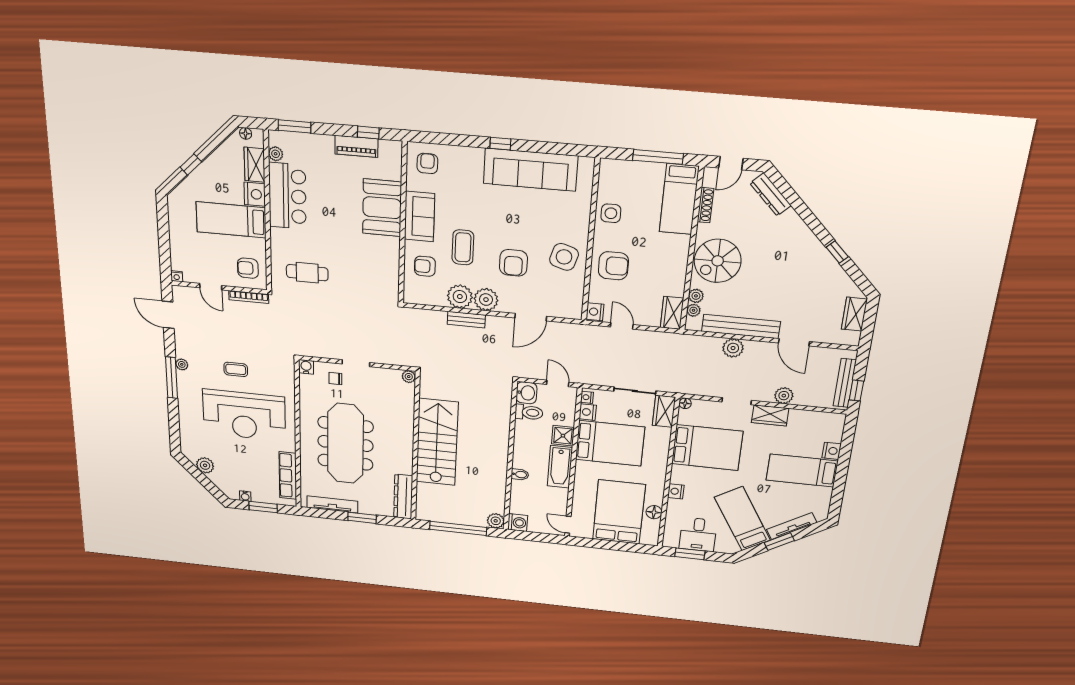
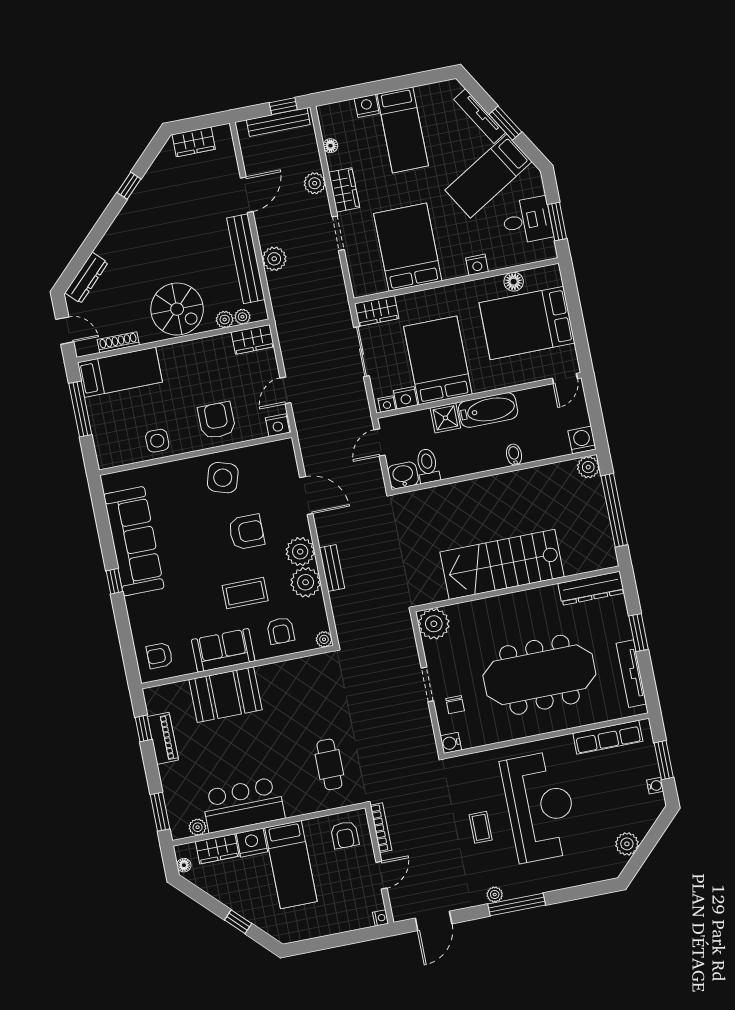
plant: (410, 297) -> (324, 639), added
plant: (409, 377) -> (434, 624), width x1.87, depth x1.87
floor lamp: (685, 403) -> (330, 146), moved

